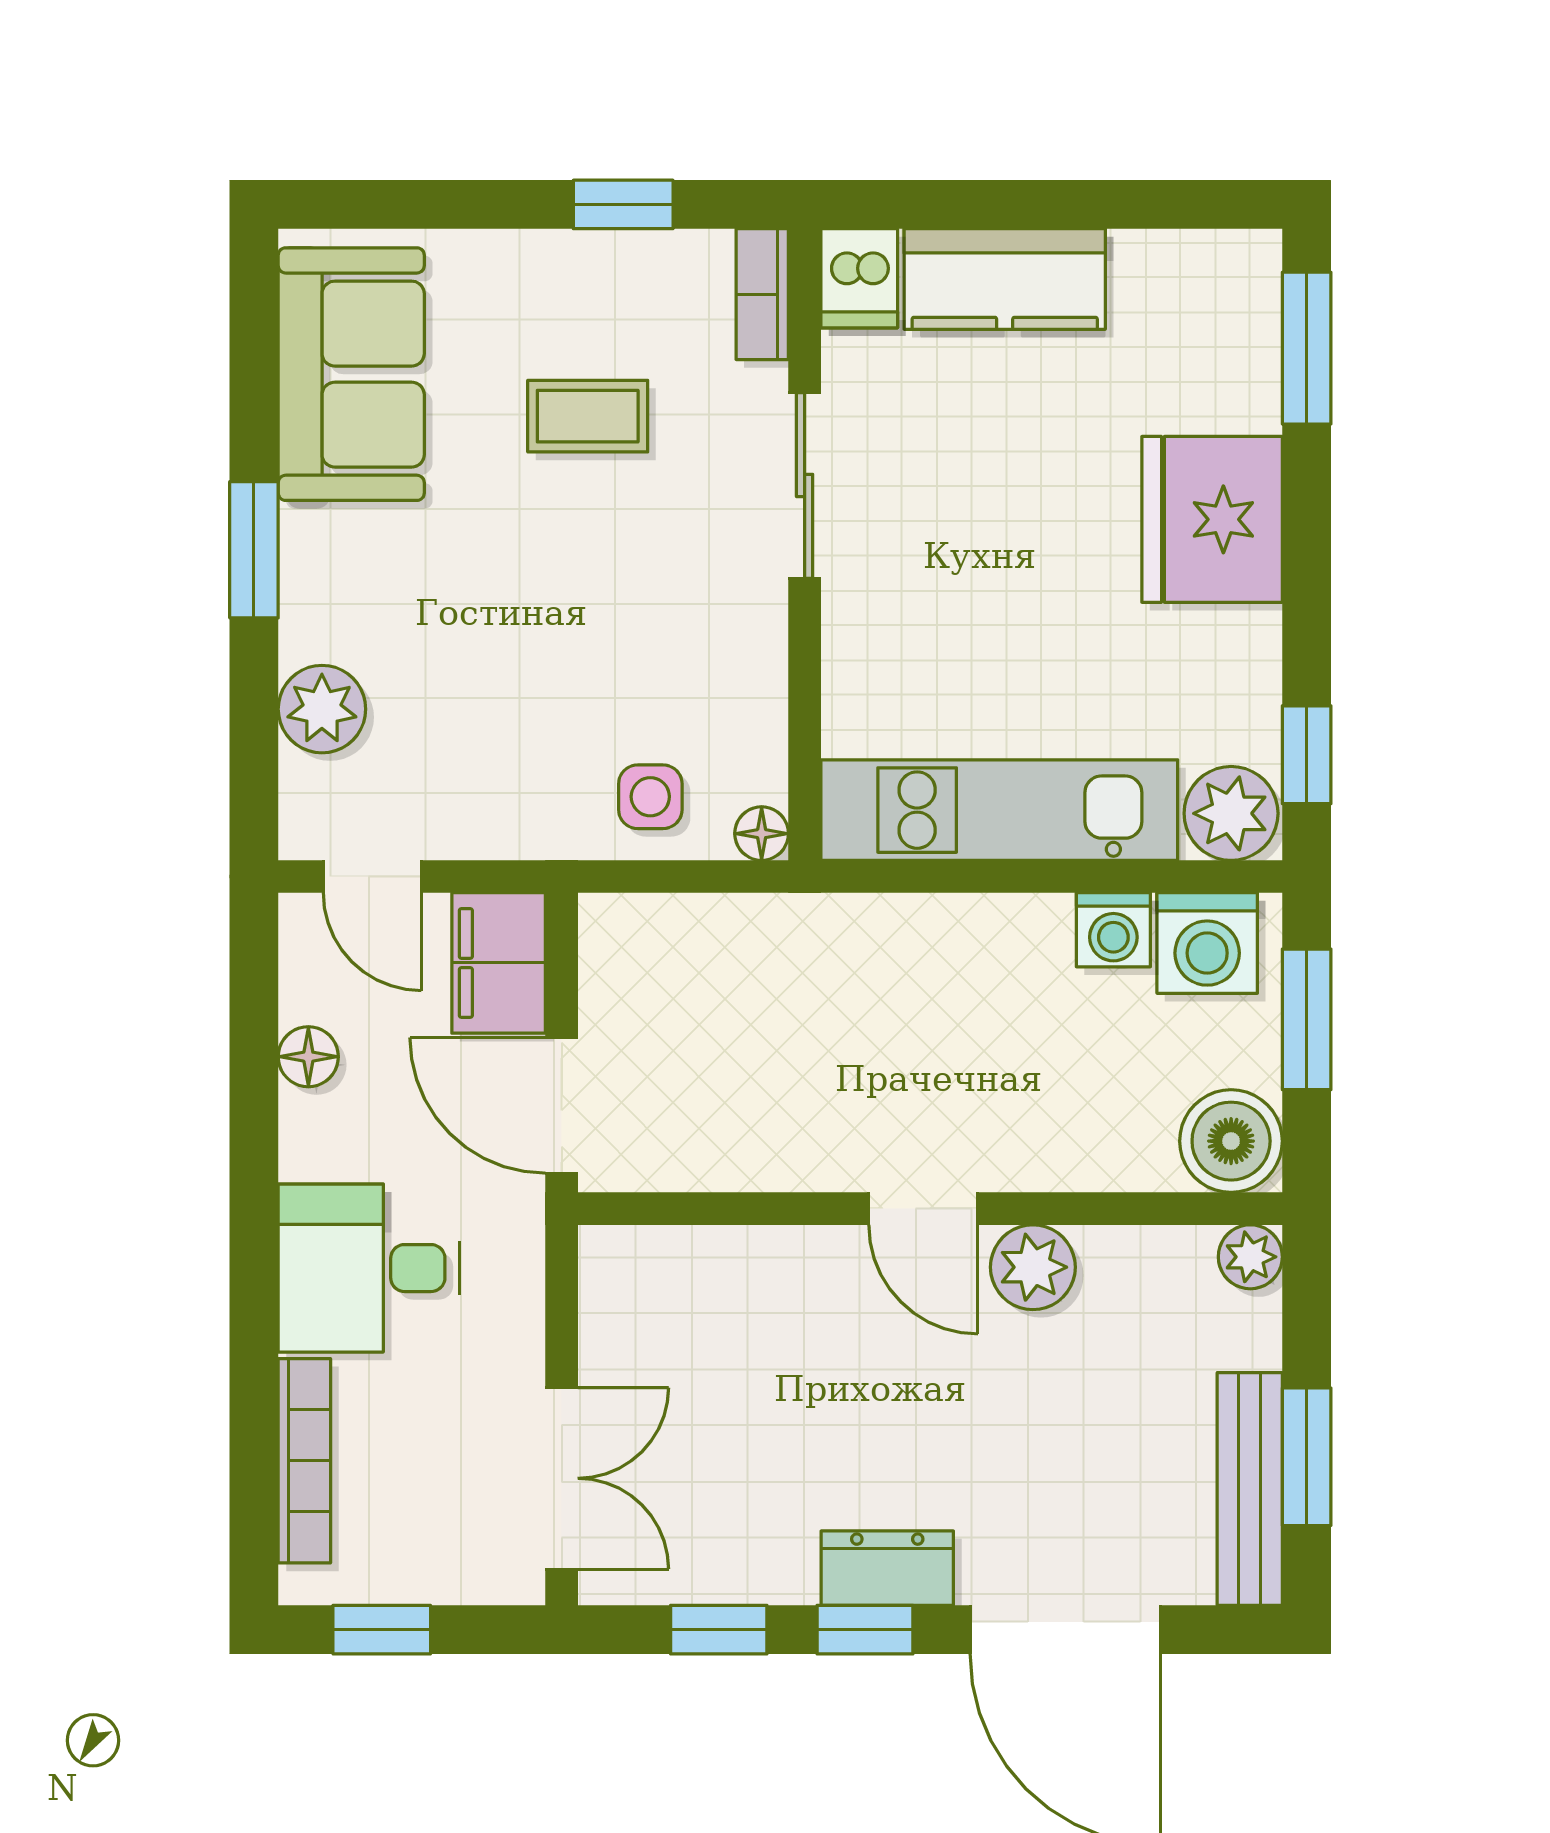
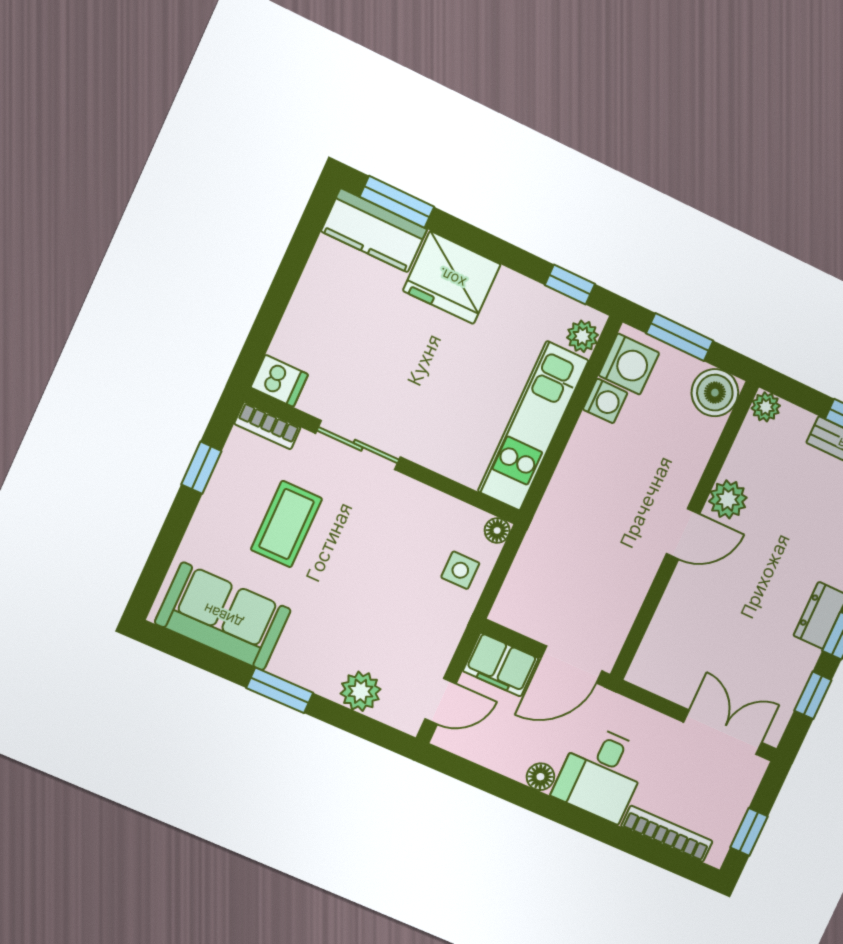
kitchen counter: (1005, 279) -> (374, 230), moved, turned 90
coffee table: (588, 416) -> (286, 524), width x1.36, depth x1.30
plant: (1231, 813) -> (582, 336), width x0.73, depth x0.73
floor lamp: (308, 1057) -> (540, 777), moved

